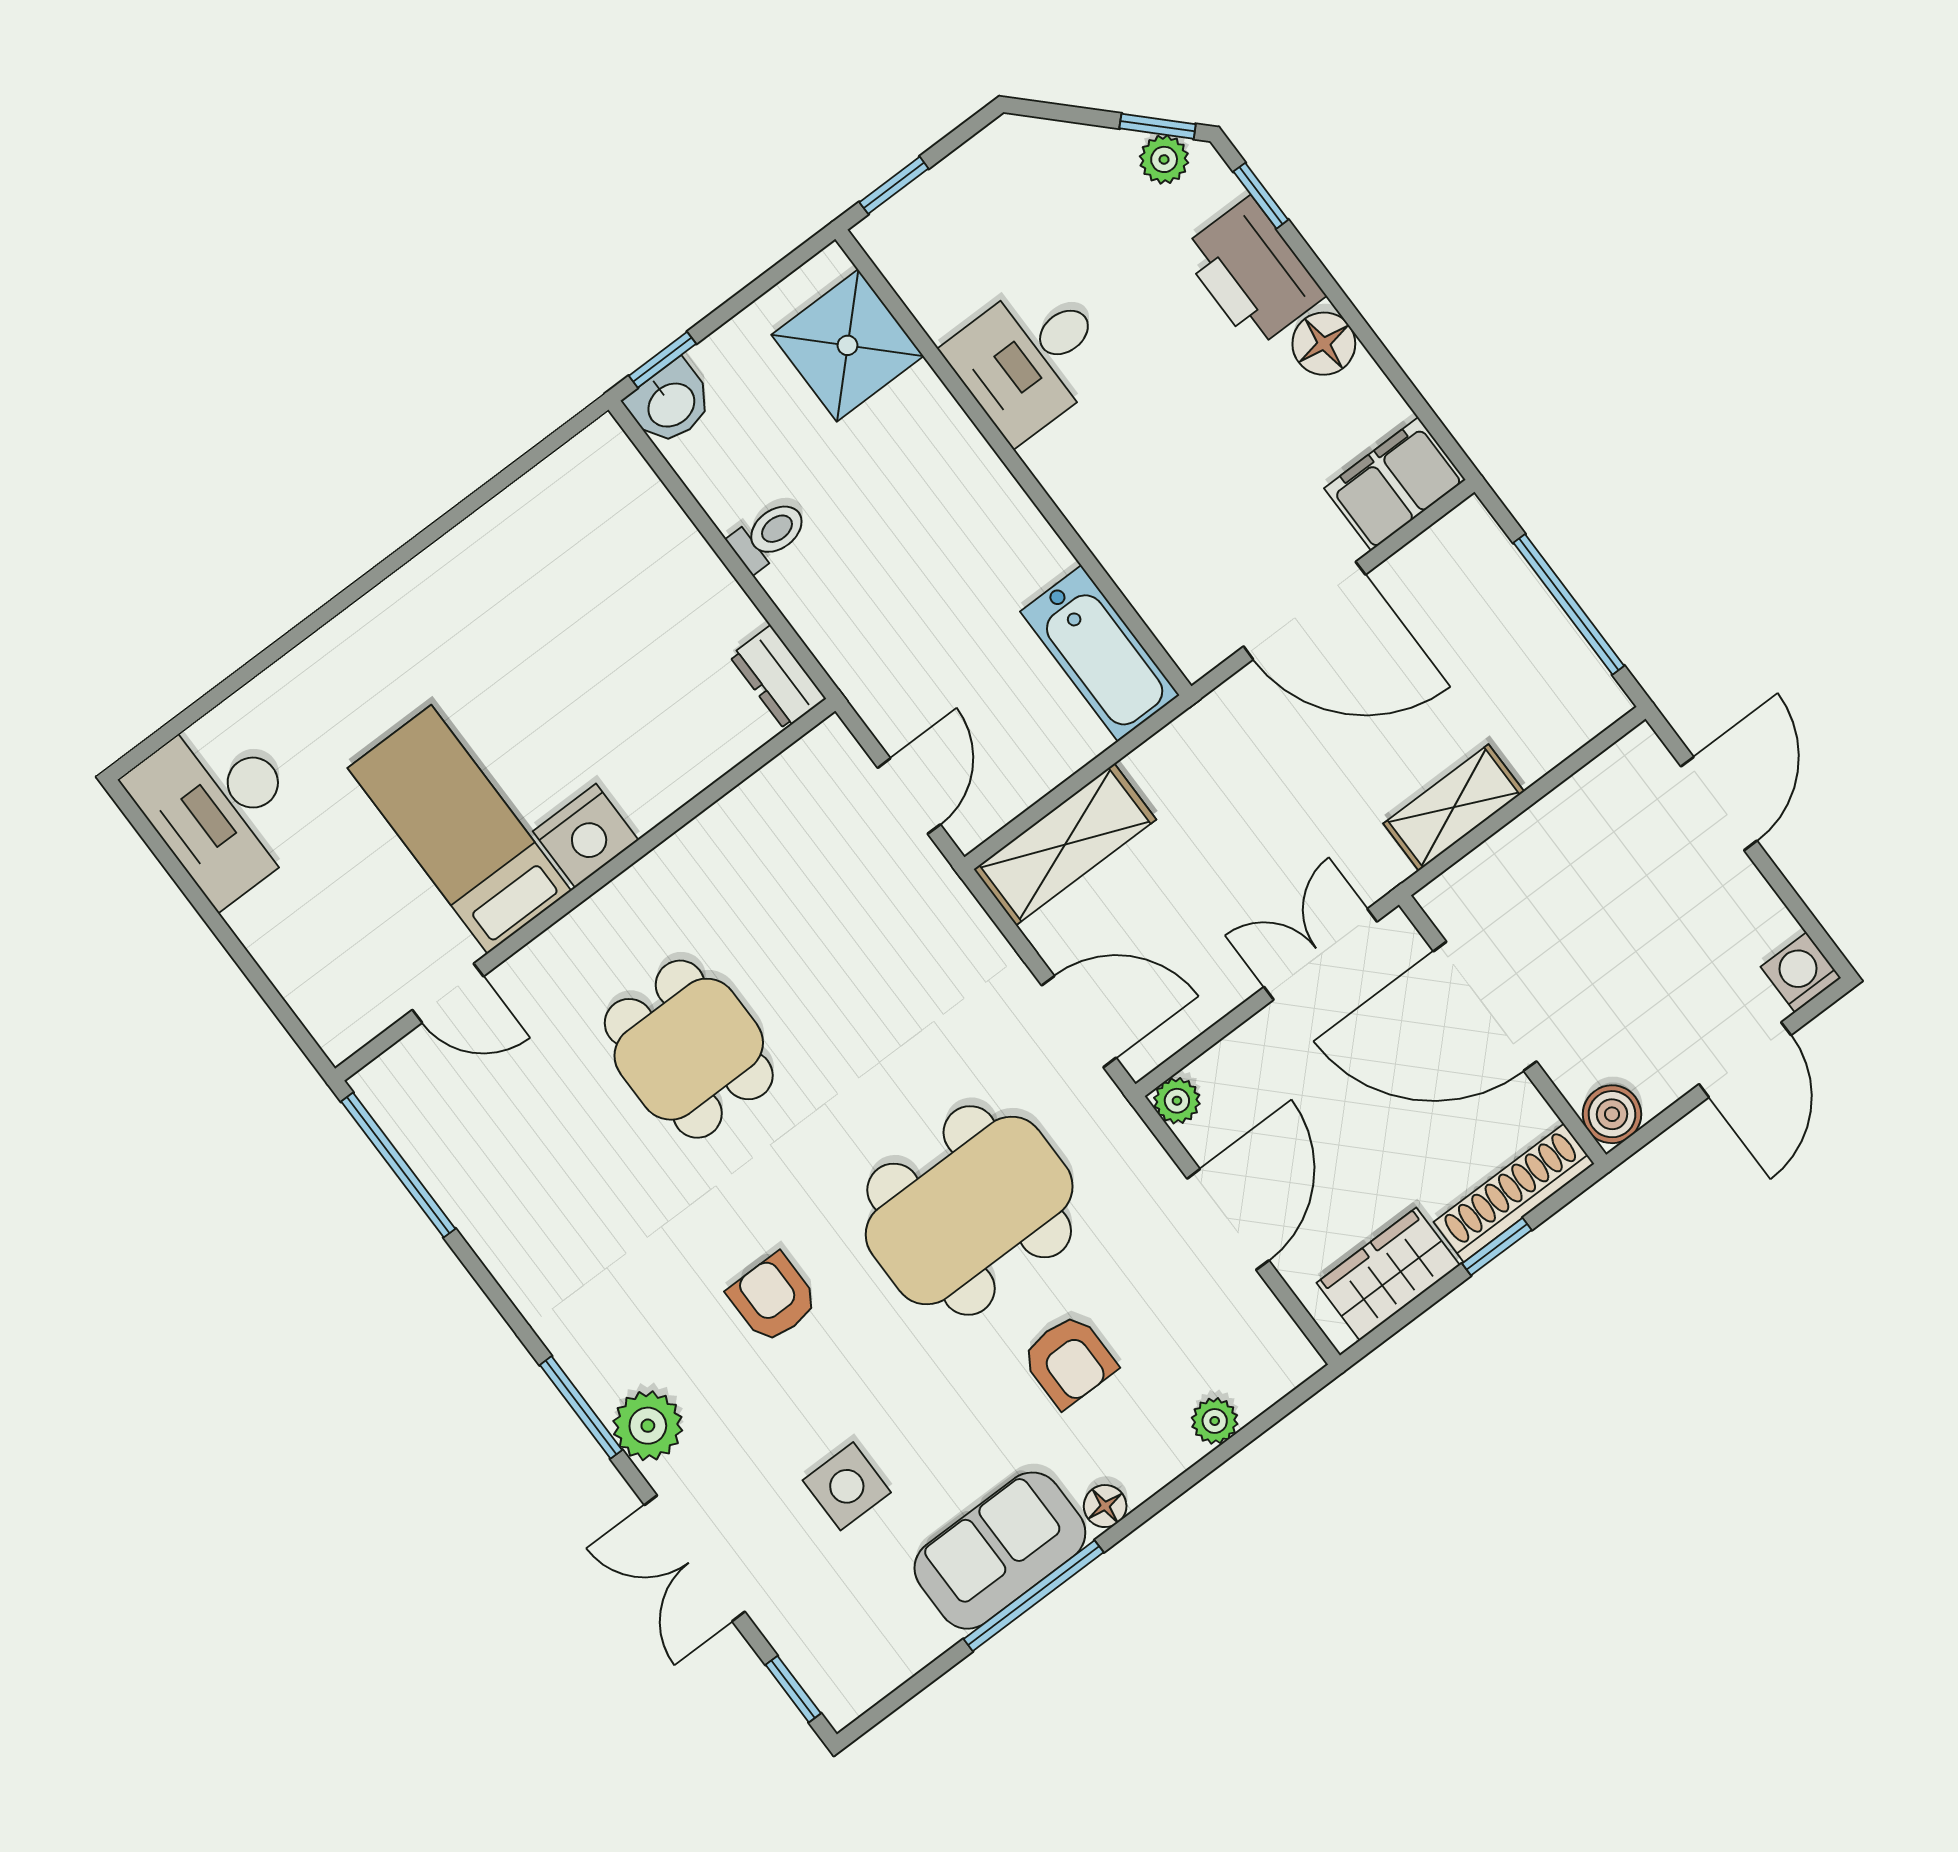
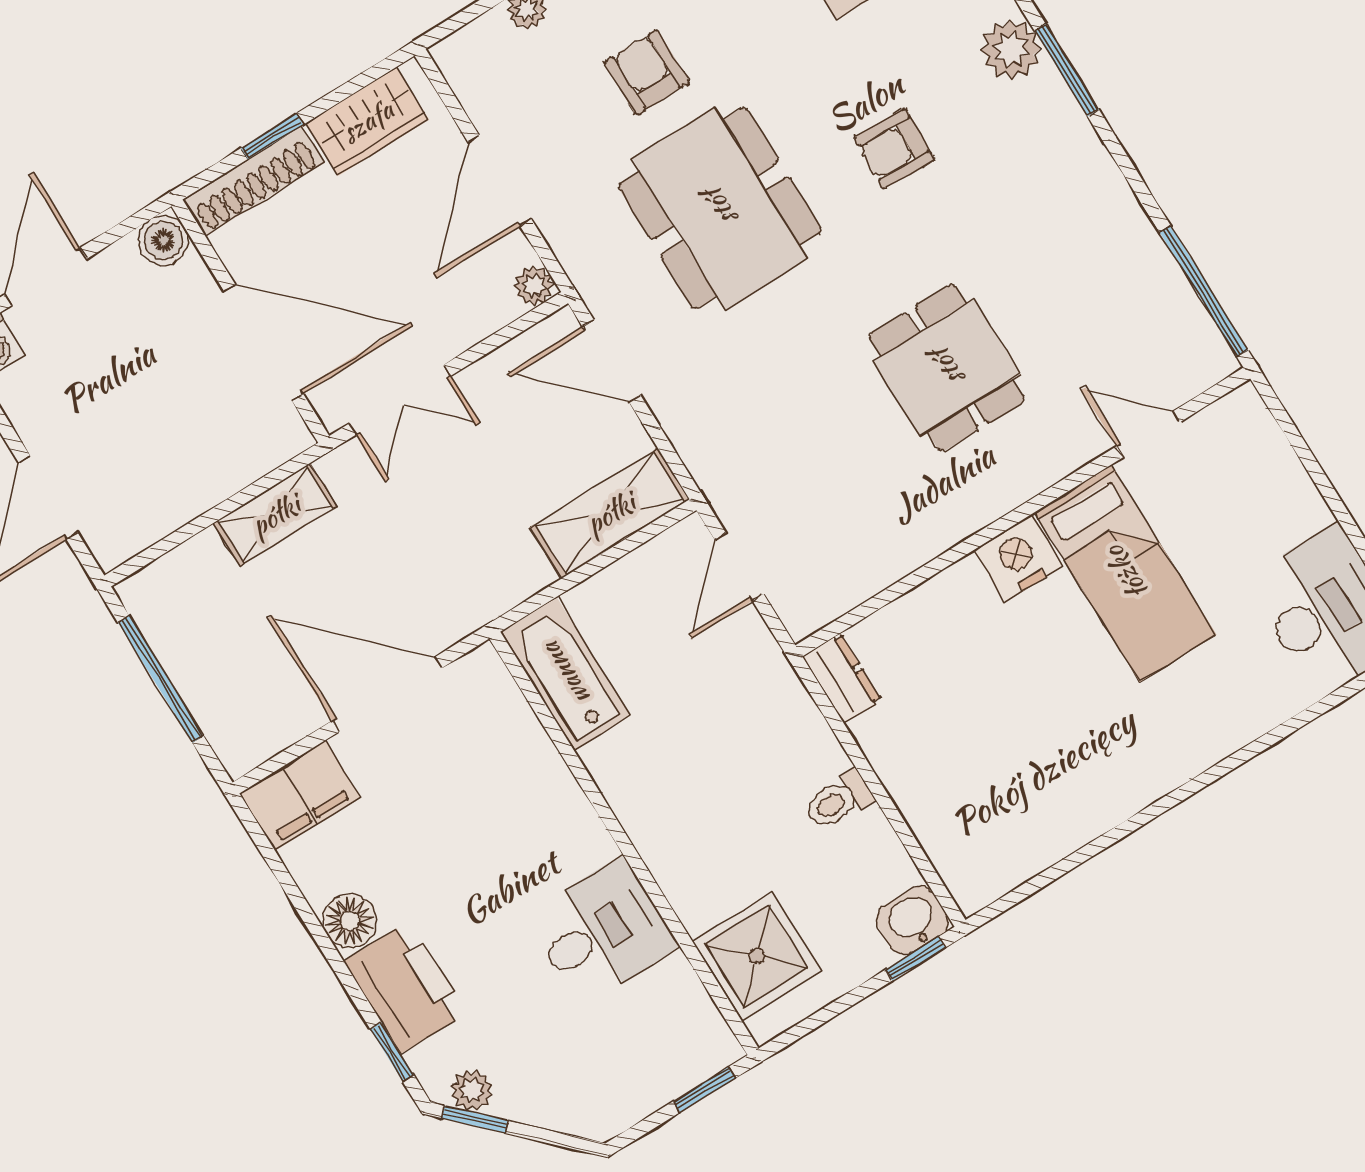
dining table: (969, 1211) -> (720, 208), turned 90
armchair: (773, 1298) -> (894, 149), turned 92

